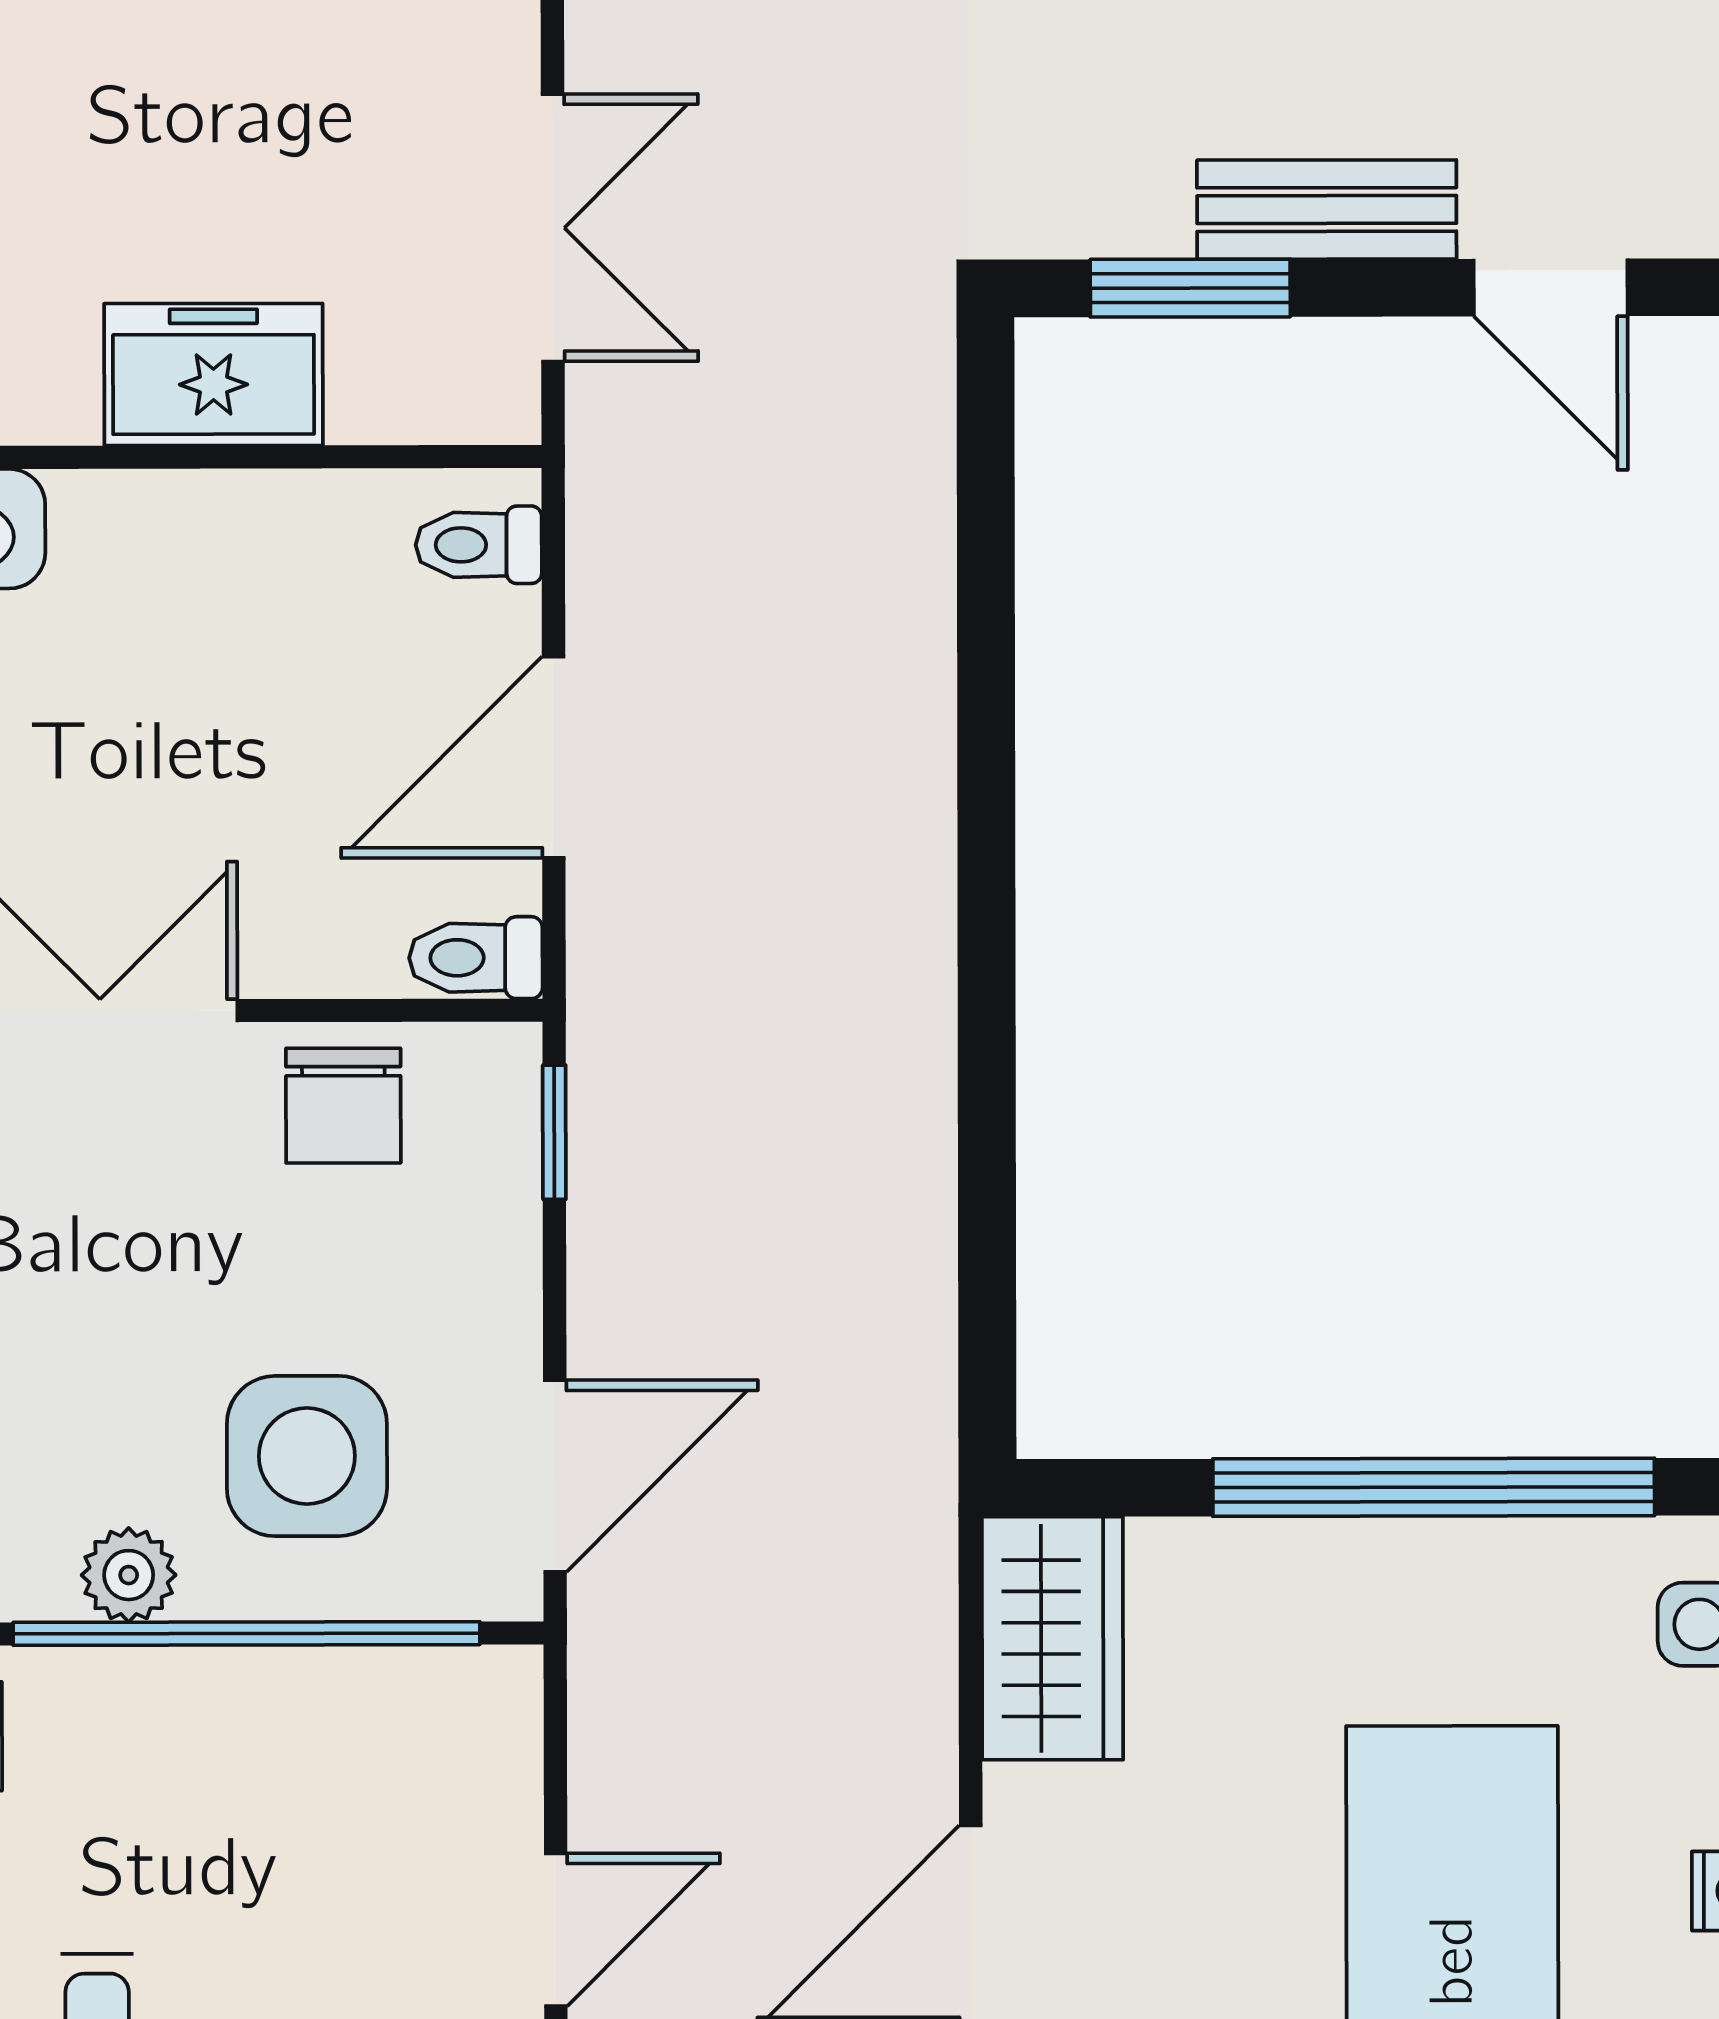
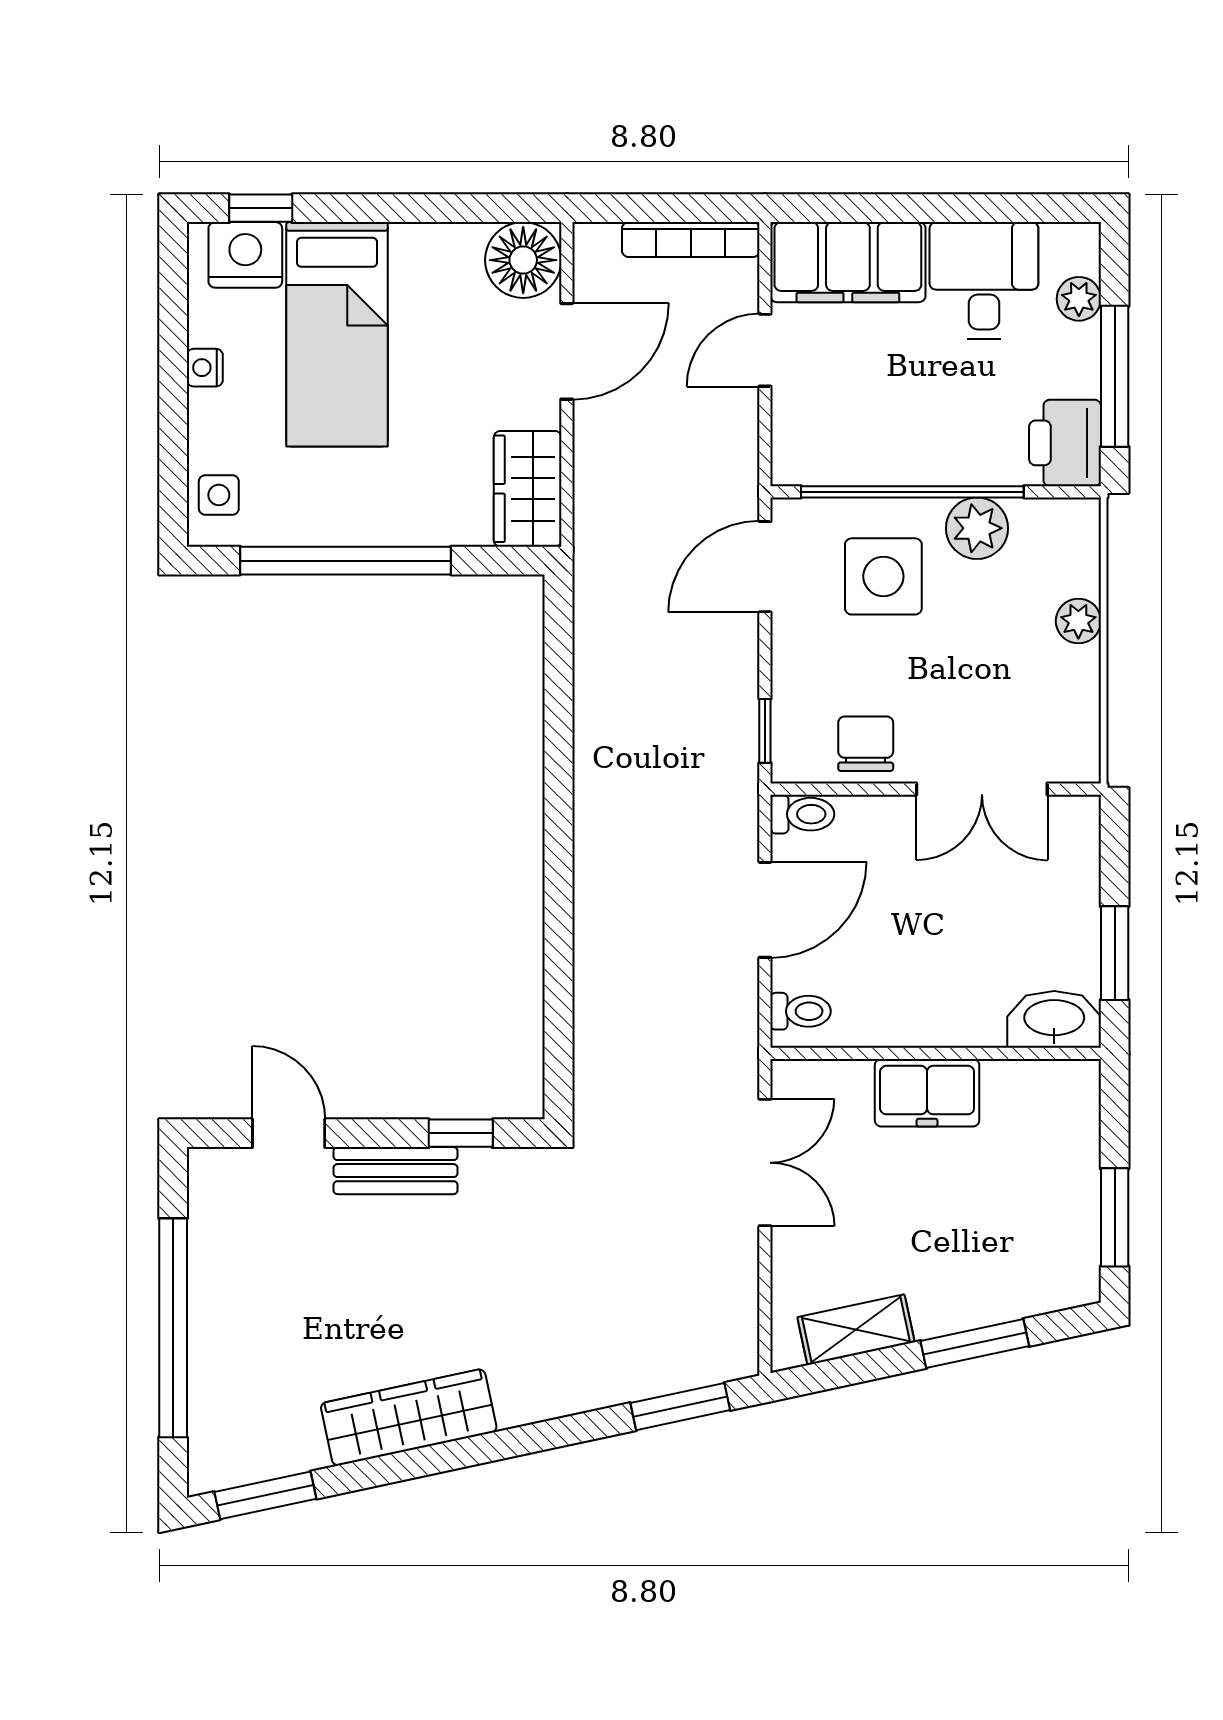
double door: (553, 228) -> (765, 1163), swing flipped
window: (1190, 288) -> (461, 1133), width x0.67
plant: (129, 1575) -> (977, 528), width x1.38, depth x1.38

